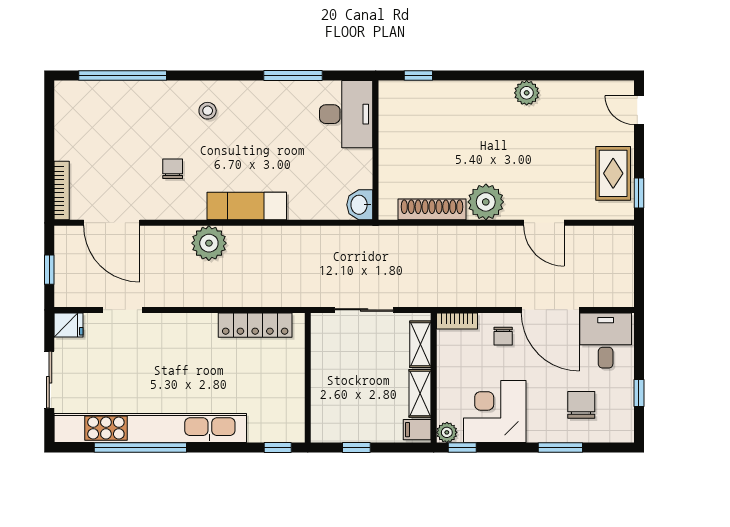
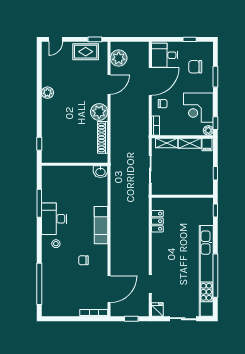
desk: (346, 114) -> (54, 219), moved, turned -90
plant: (209, 243) -> (119, 58), moved
locker: (255, 325) -> (157, 221), width x0.66

